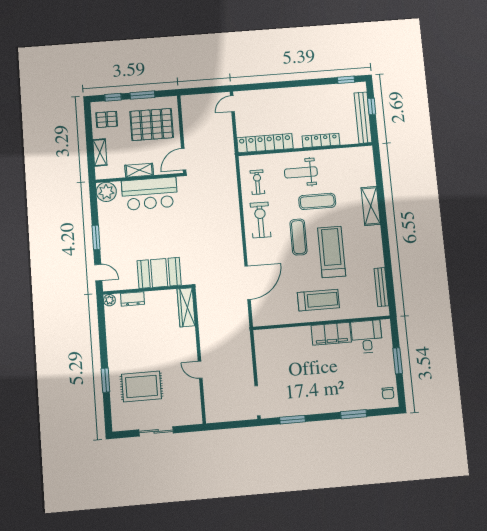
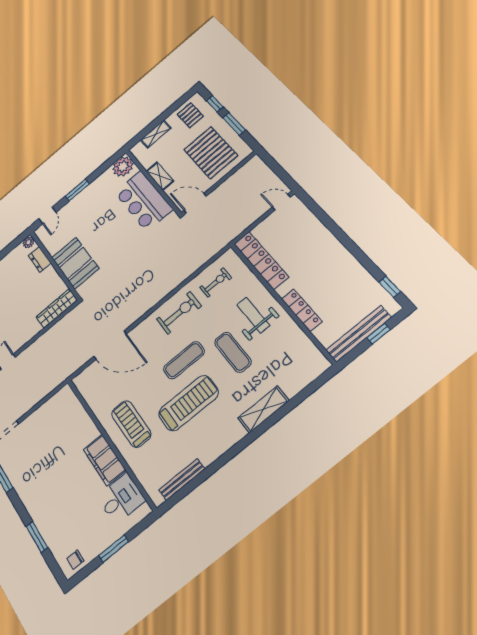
treadmill: (318, 300) -> (131, 424), turned 180

